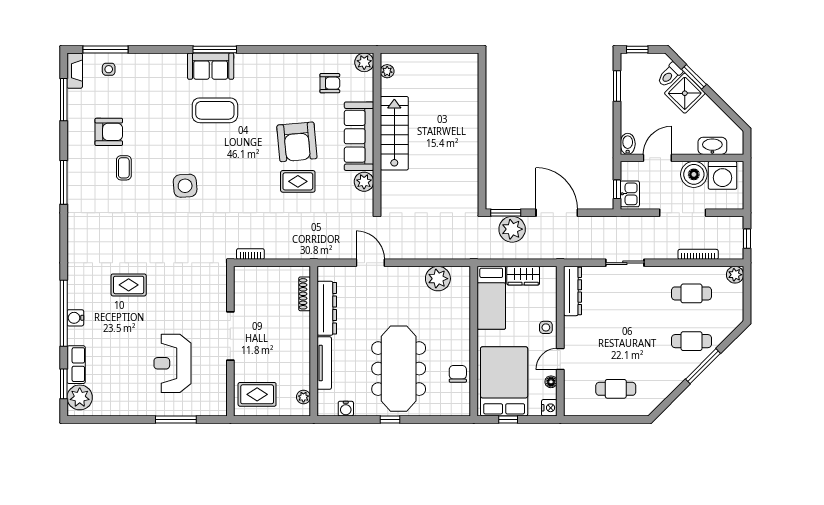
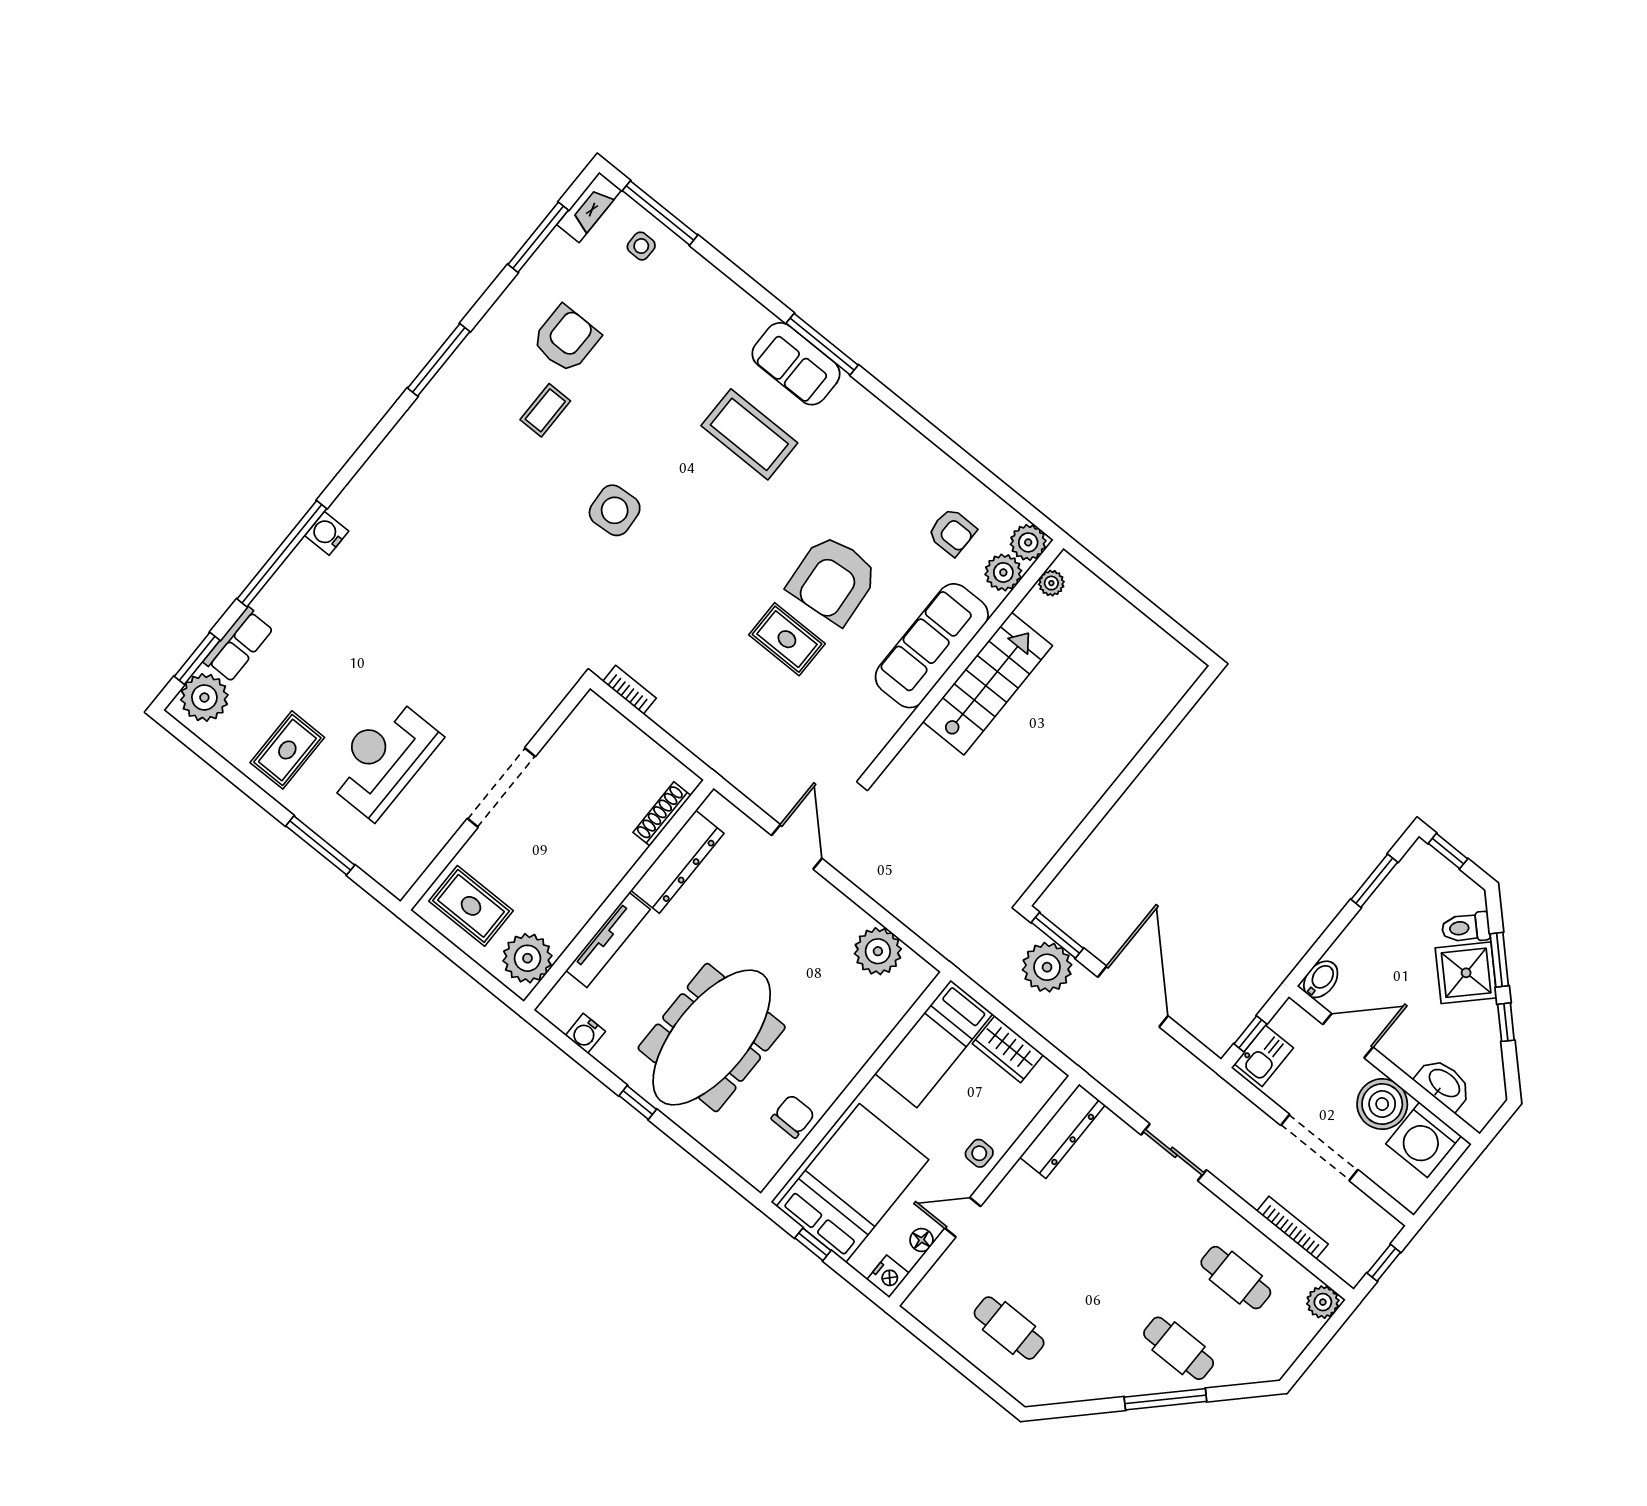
window: (717, 100) -> (1506, 1022), added
armchair: (109, 132) -> (566, 339), turned -90
plant: (364, 182) -> (1003, 572), moved
rug: (129, 285) -> (287, 750), moved, turned 90
water cooler: (75, 318) -> (327, 533), moved
plant: (303, 397) -> (527, 958), width x1.87, depth x1.87

